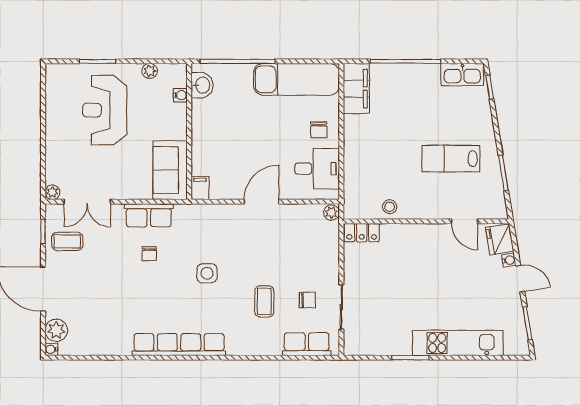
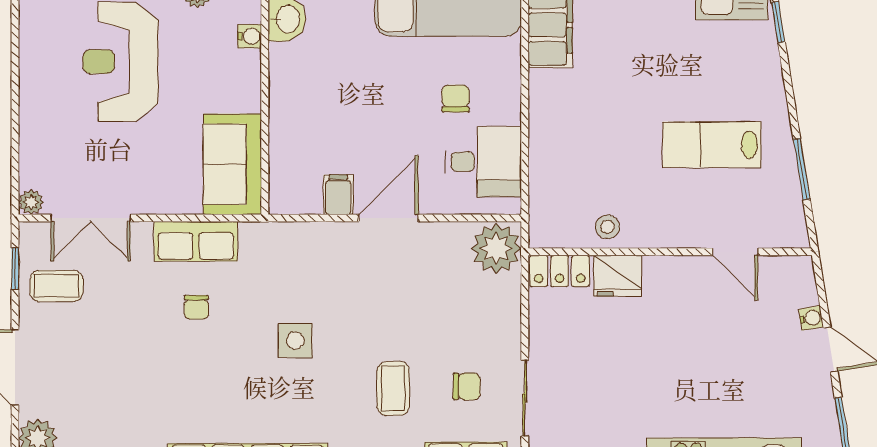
chair: (319, 130) -> (456, 98), moved, turned 180
filing cabinet: (200, 188) -> (338, 195), moved
plant: (332, 213) -> (496, 248), width x1.88, depth x1.88
fridge: (500, 239) -> (618, 276), moved, turned -81

